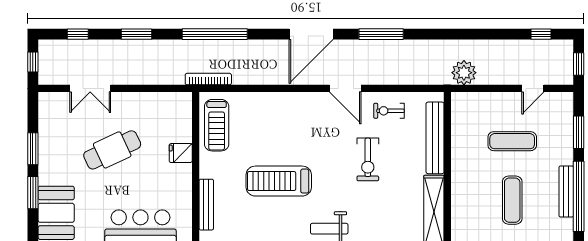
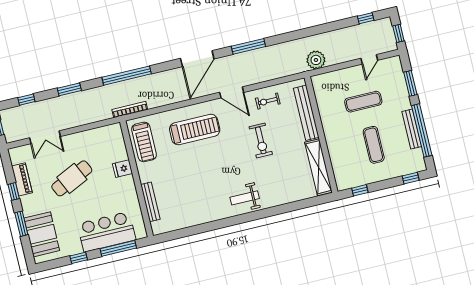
piano: (47, 136) -> (22, 179), added
window: (33, 149) -> (14, 191), width x0.67
treadmill: (279, 181) -> (195, 130), moved, turned 180

